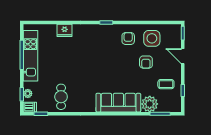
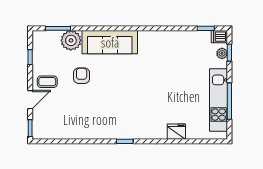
armchair: (128, 38) -> (98, 122), removed
side table: (152, 38) -> (68, 122), removed
door: (183, 56) -> (30, 100), hinge flipped
armchair: (146, 62) -> (82, 76), moved
coffee table: (166, 84) -> (47, 82), moved
cafe table: (61, 97) -> (181, 49), removed

